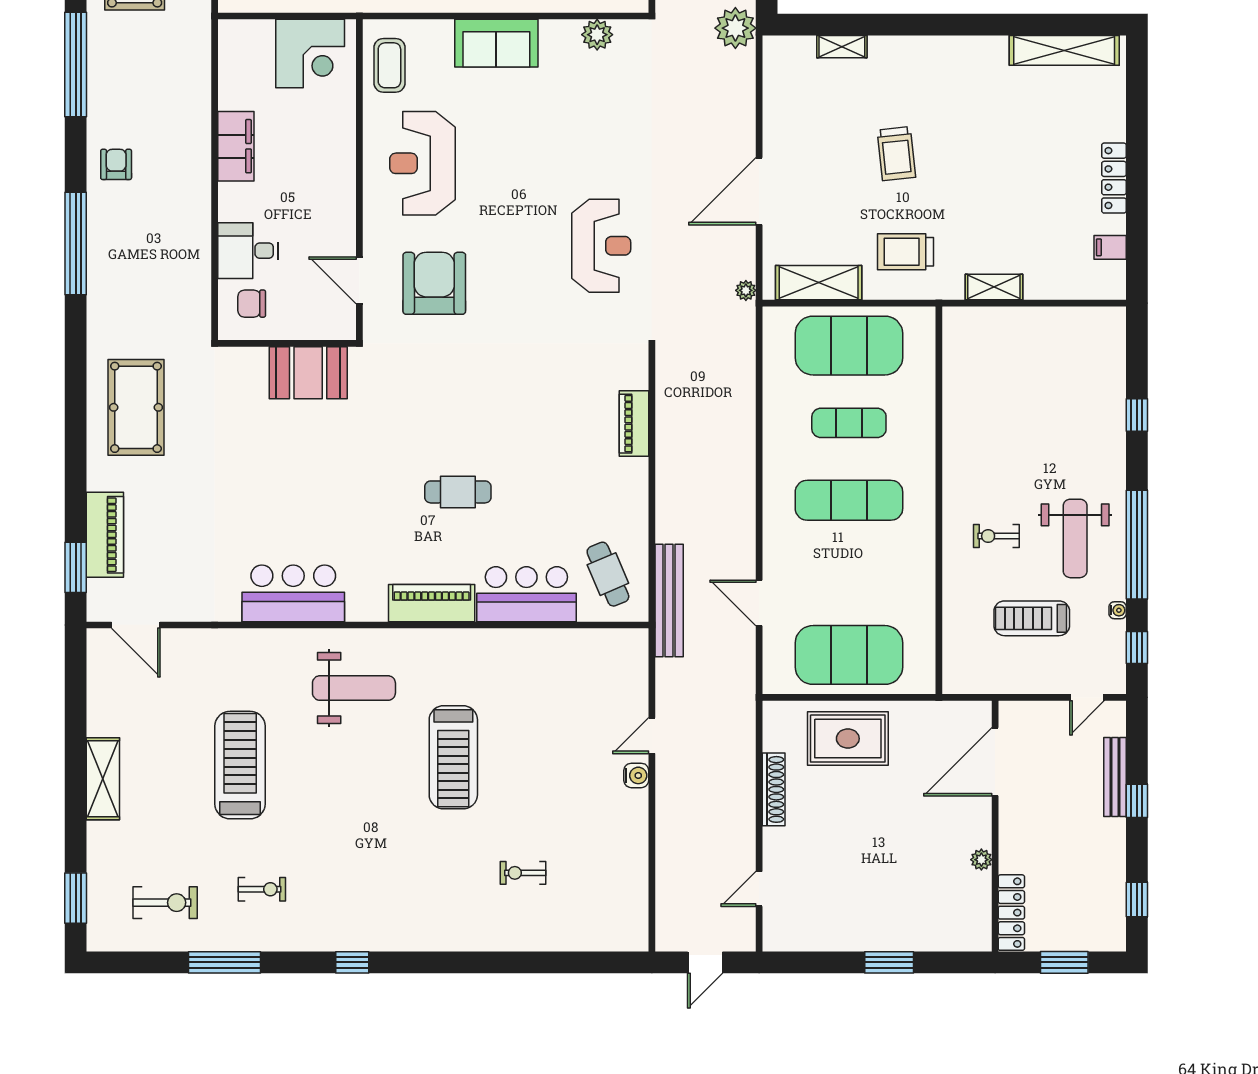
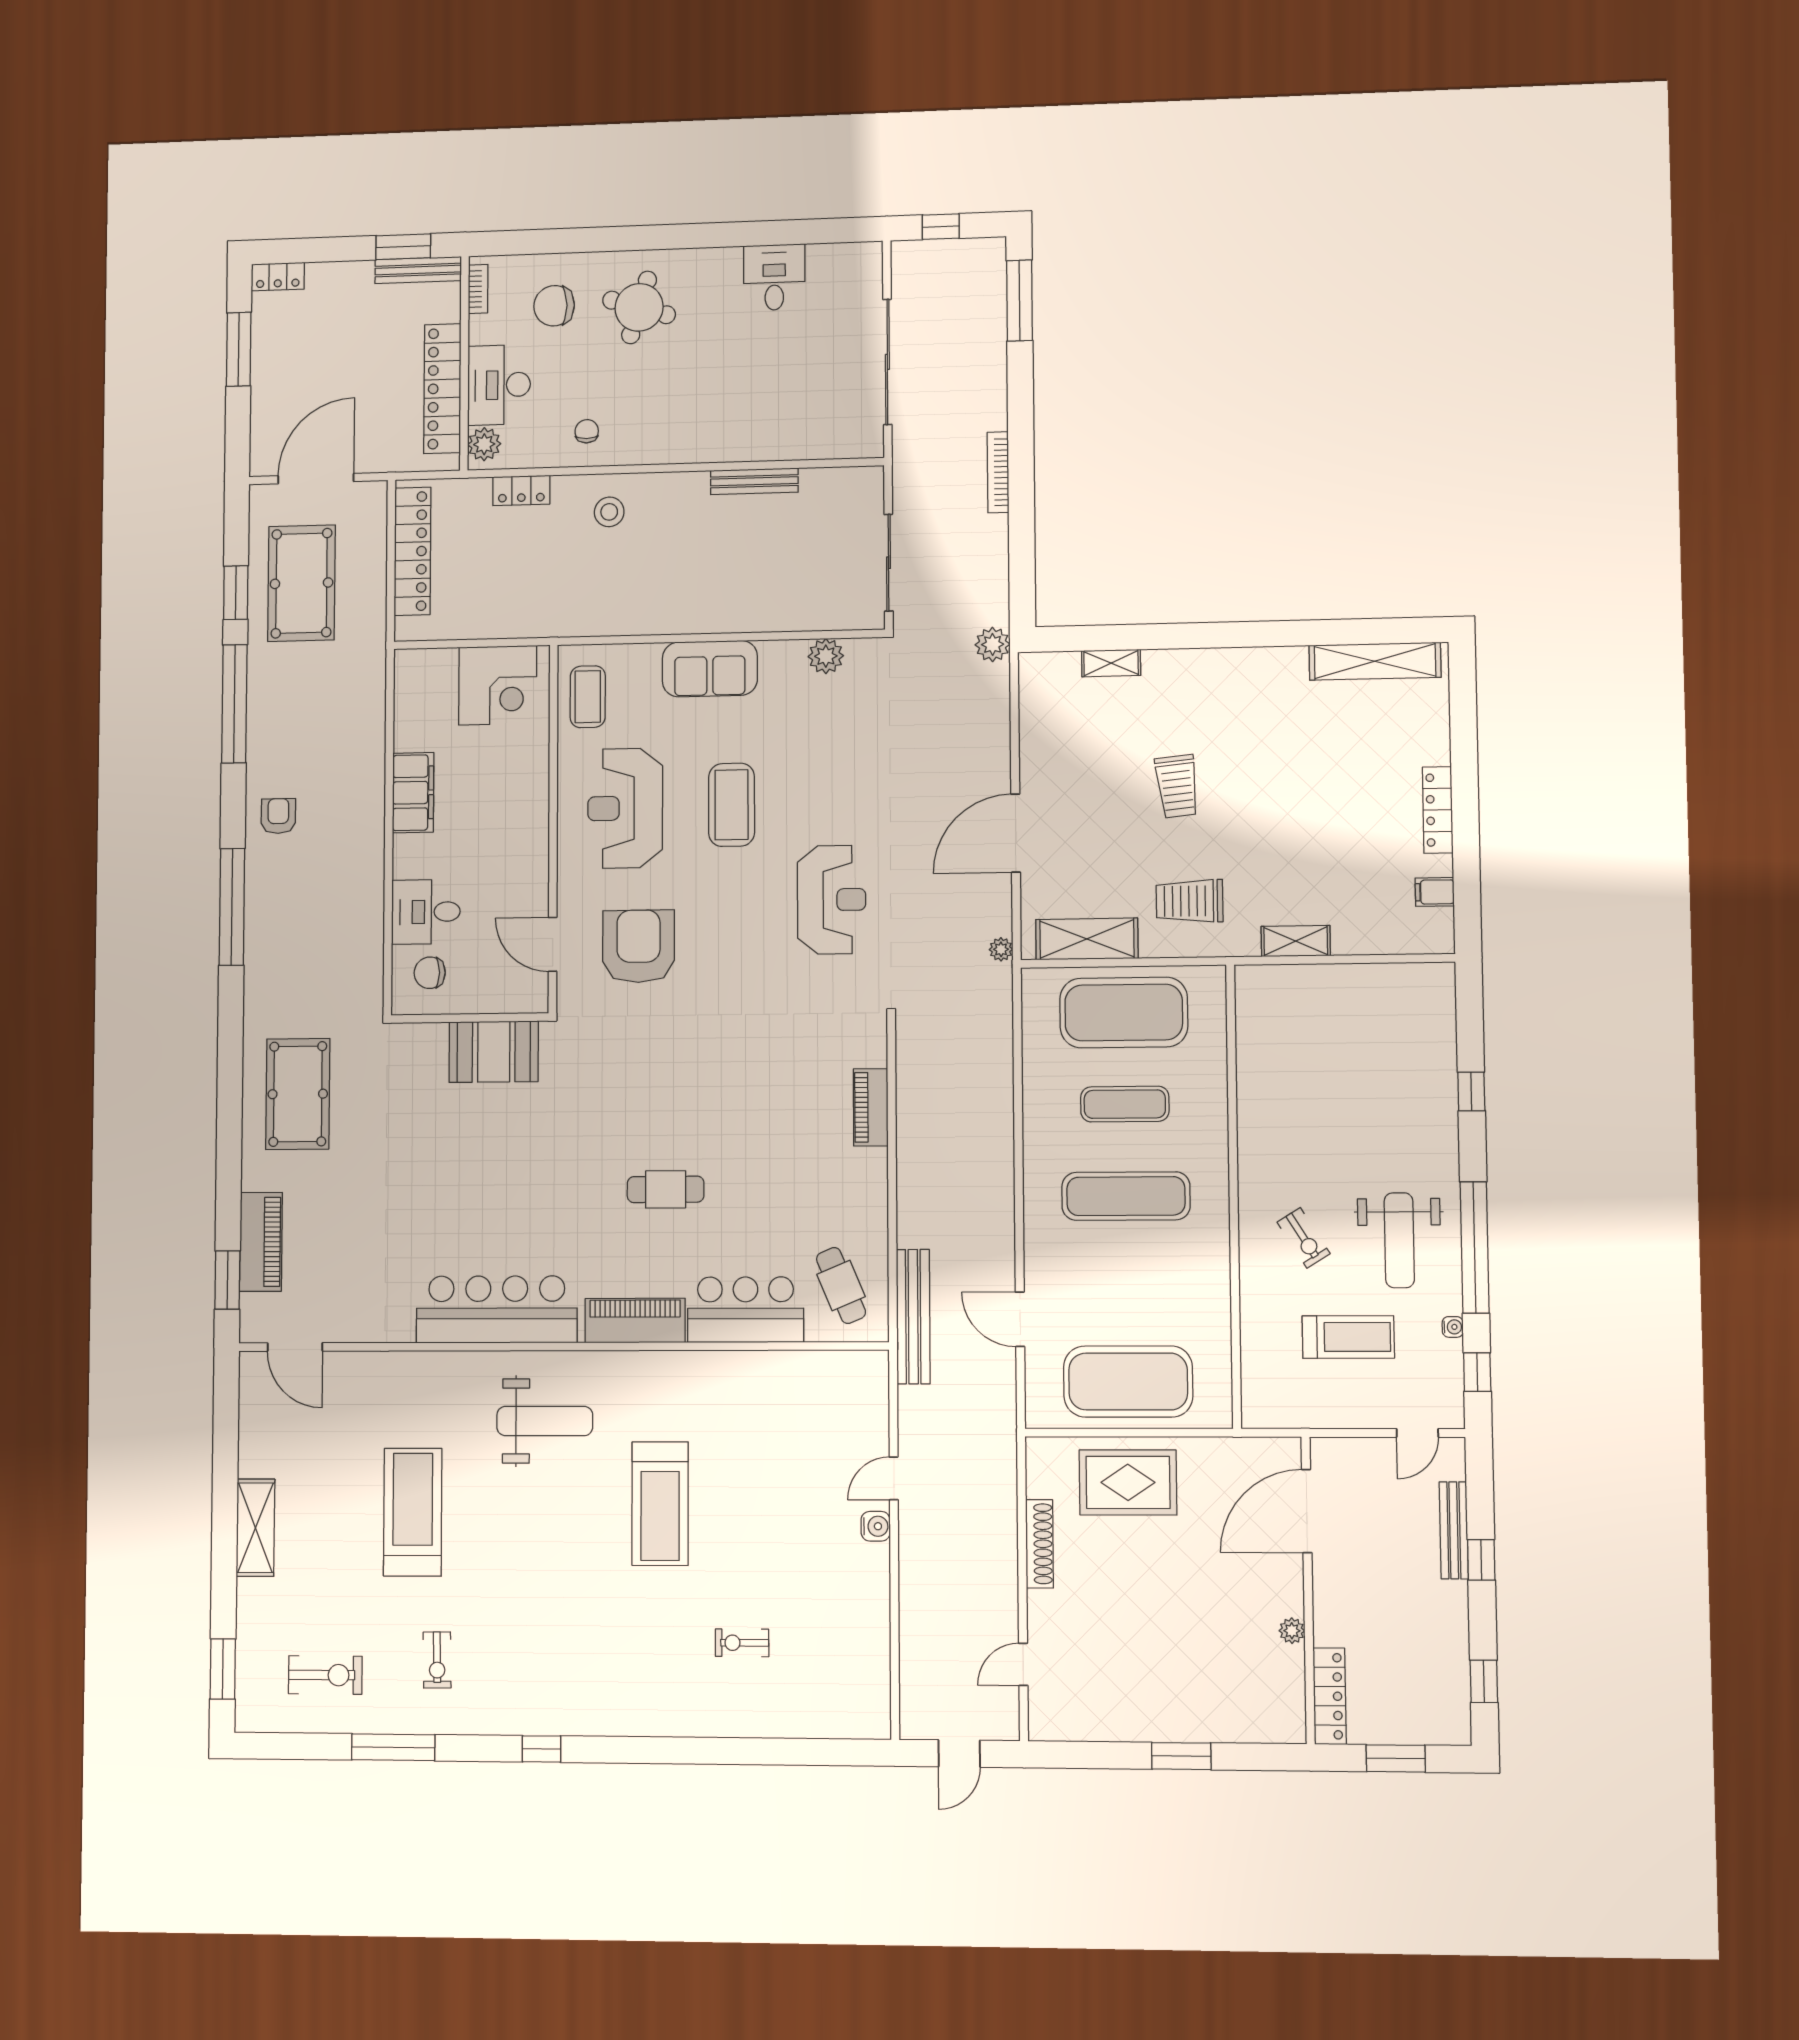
plant: (735, 28) -> (993, 644), width x0.73, depth x0.73
coffee table: (515, 162) -> (732, 805), added
exercise bike: (996, 536) -> (1304, 1238), turned -122
bar counter: (293, 593) -> (497, 1309), width x1.36
treadmill: (1032, 618) -> (1348, 1337), turned 180
exercise bike: (262, 889) -> (437, 1660), turned 89

